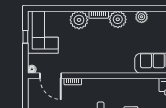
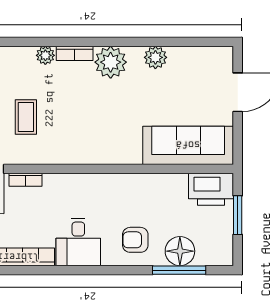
plant: (79, 20) -> (45, 55), width x0.53, depth x0.53
coffee table: (73, 48) -> (26, 117), added

